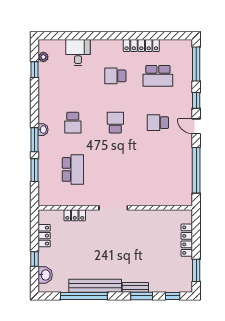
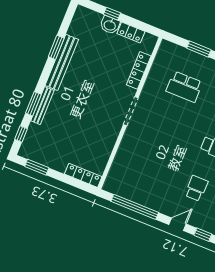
locker: (75, 215) -> (139, 70), width x1.53
locker: (187, 240) -> (83, 175), moved
washbasin: (45, 275) -> (110, 25), moved
bench: (135, 287) -> (42, 106), width x1.36
window: (84, 296) -> (56, 47), width x0.47

